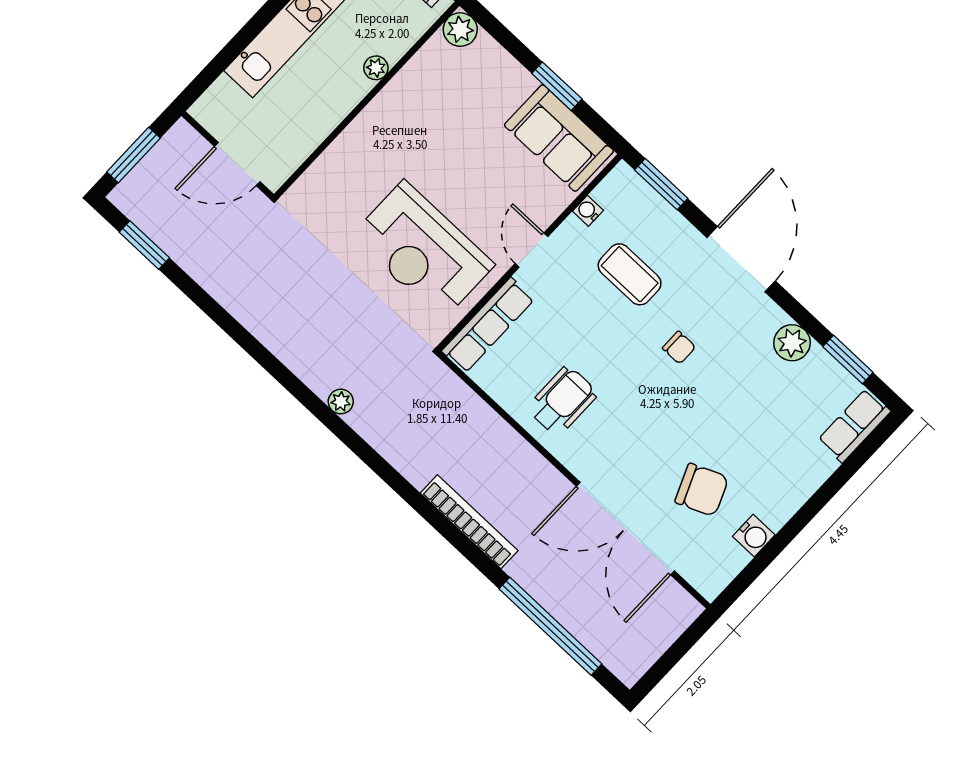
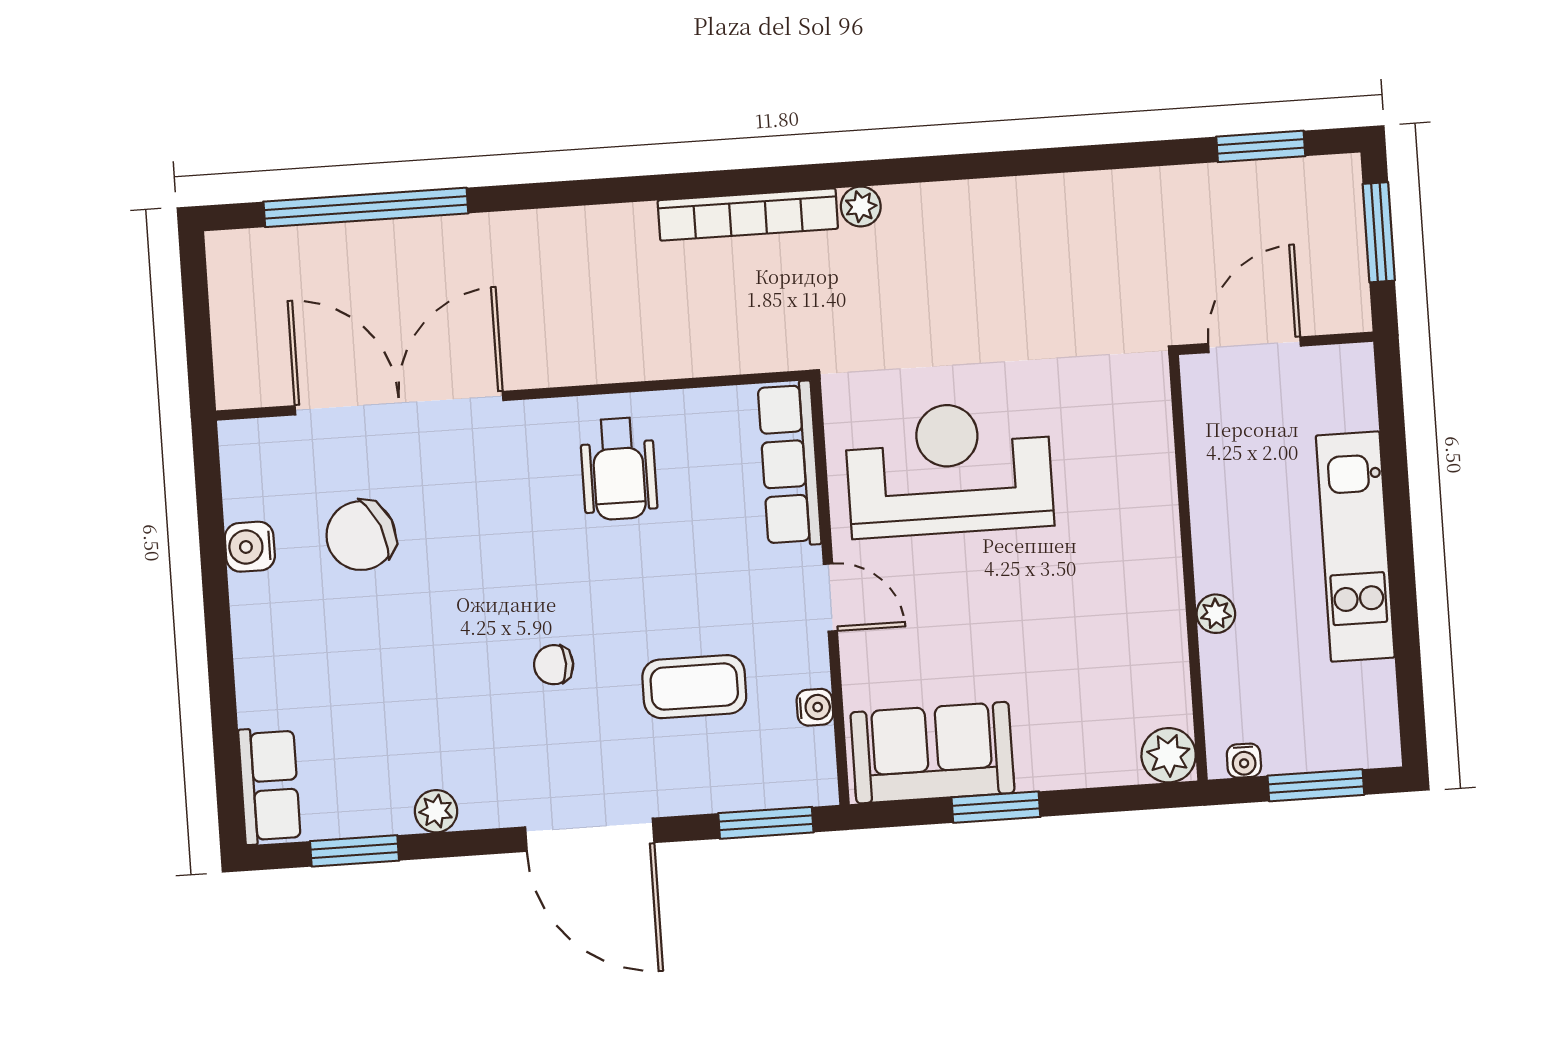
plant: (792, 343) -> (436, 811), width x0.73, depth x0.73
bookcase: (469, 522) -> (748, 215), moved

